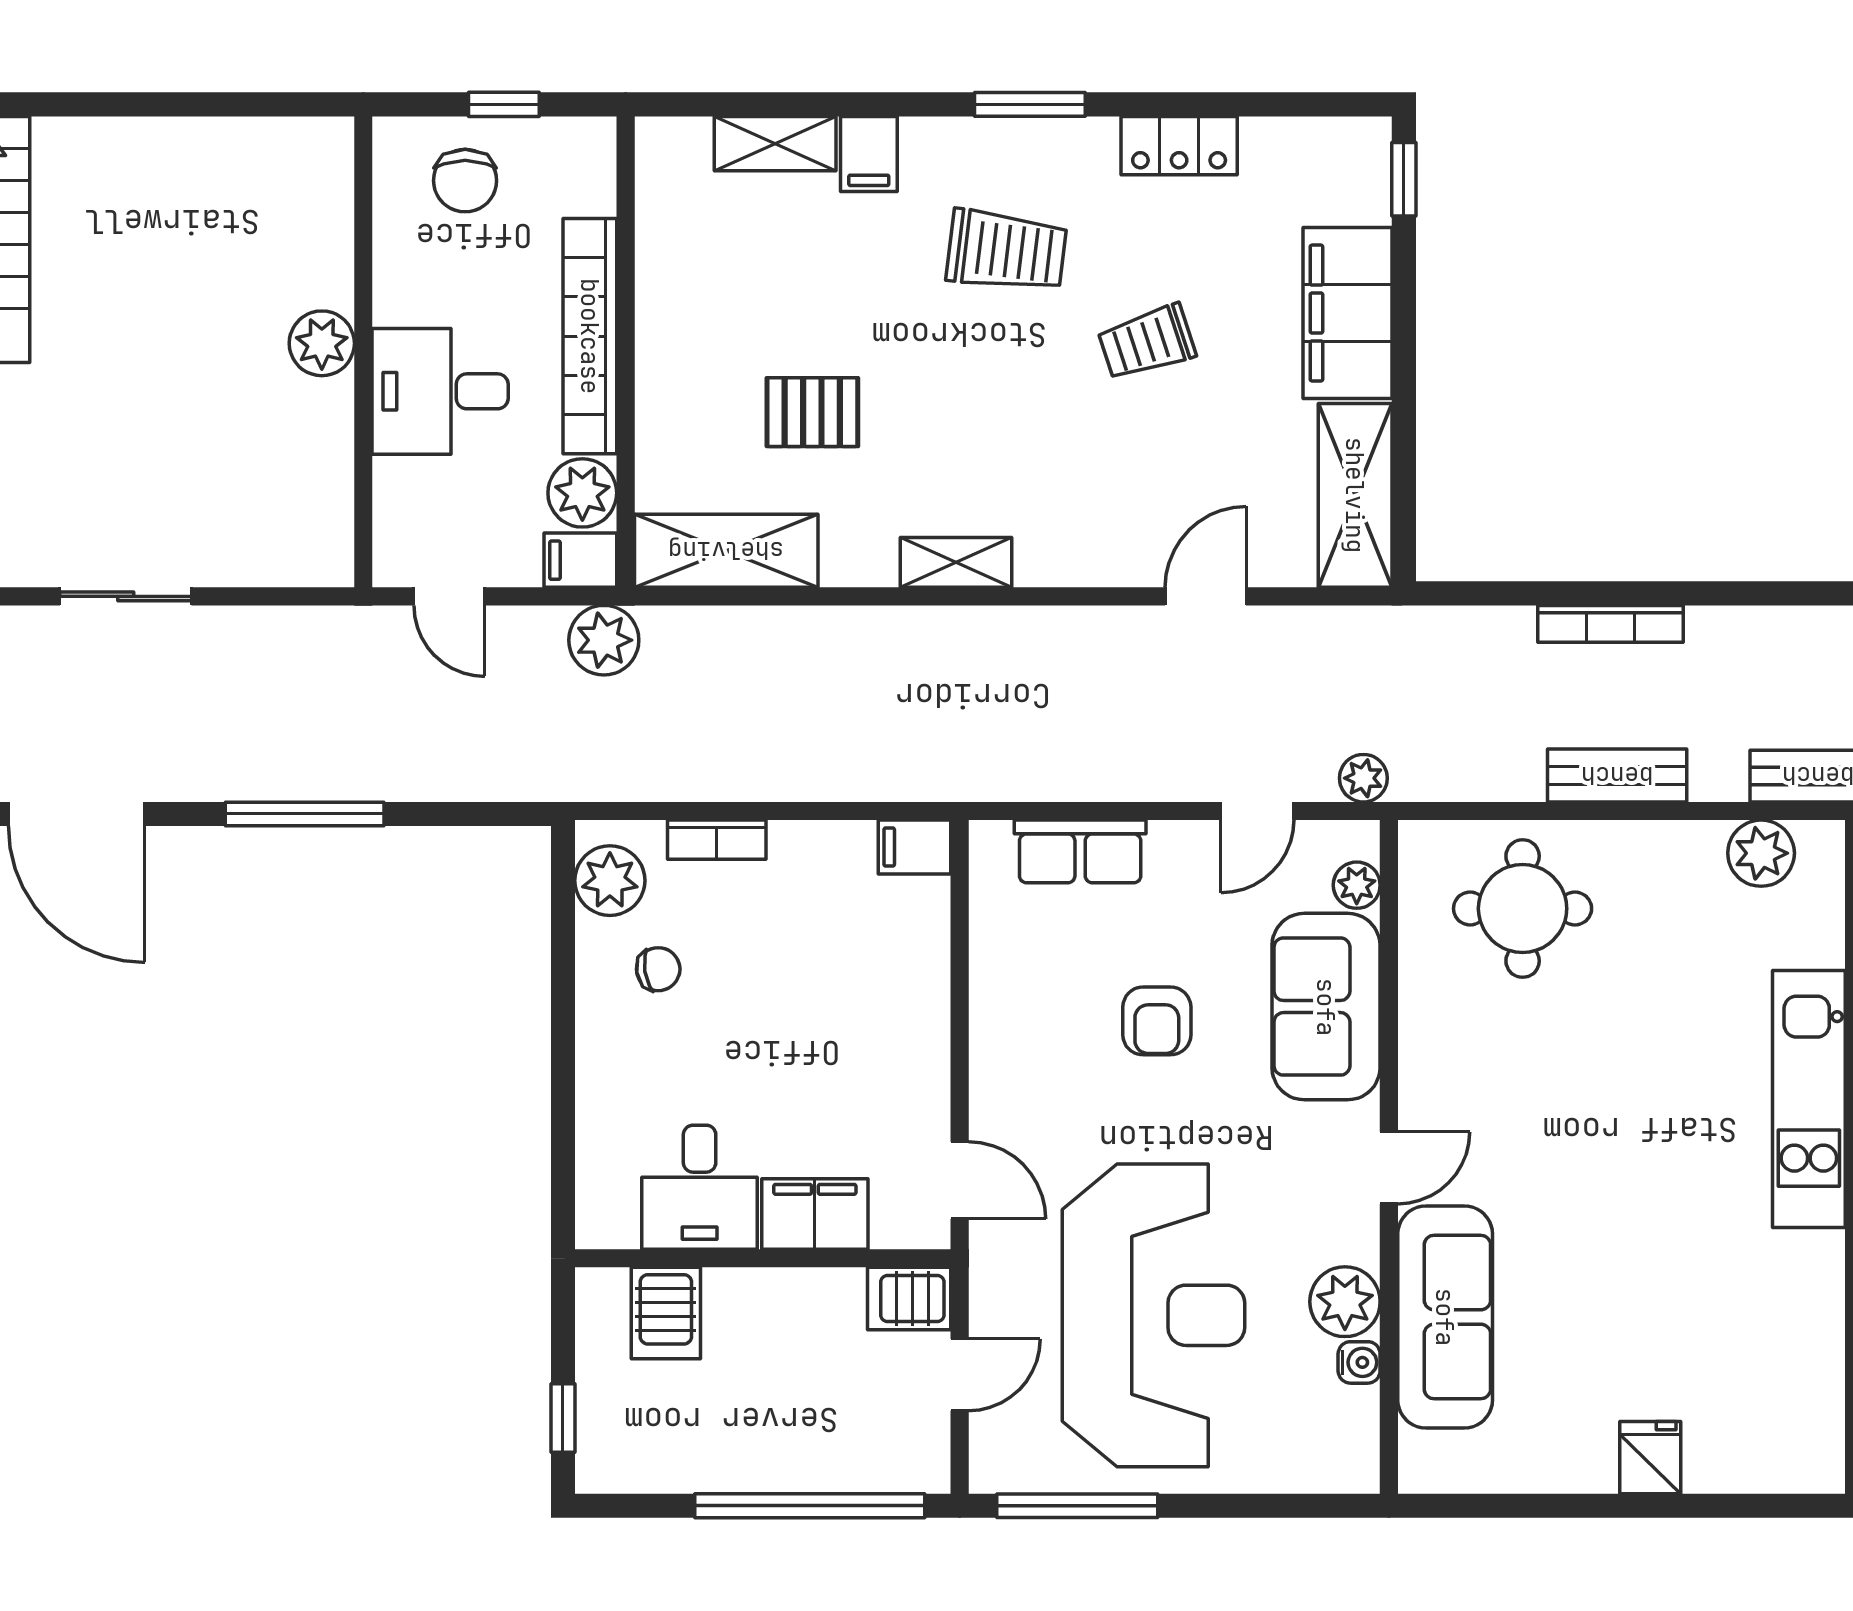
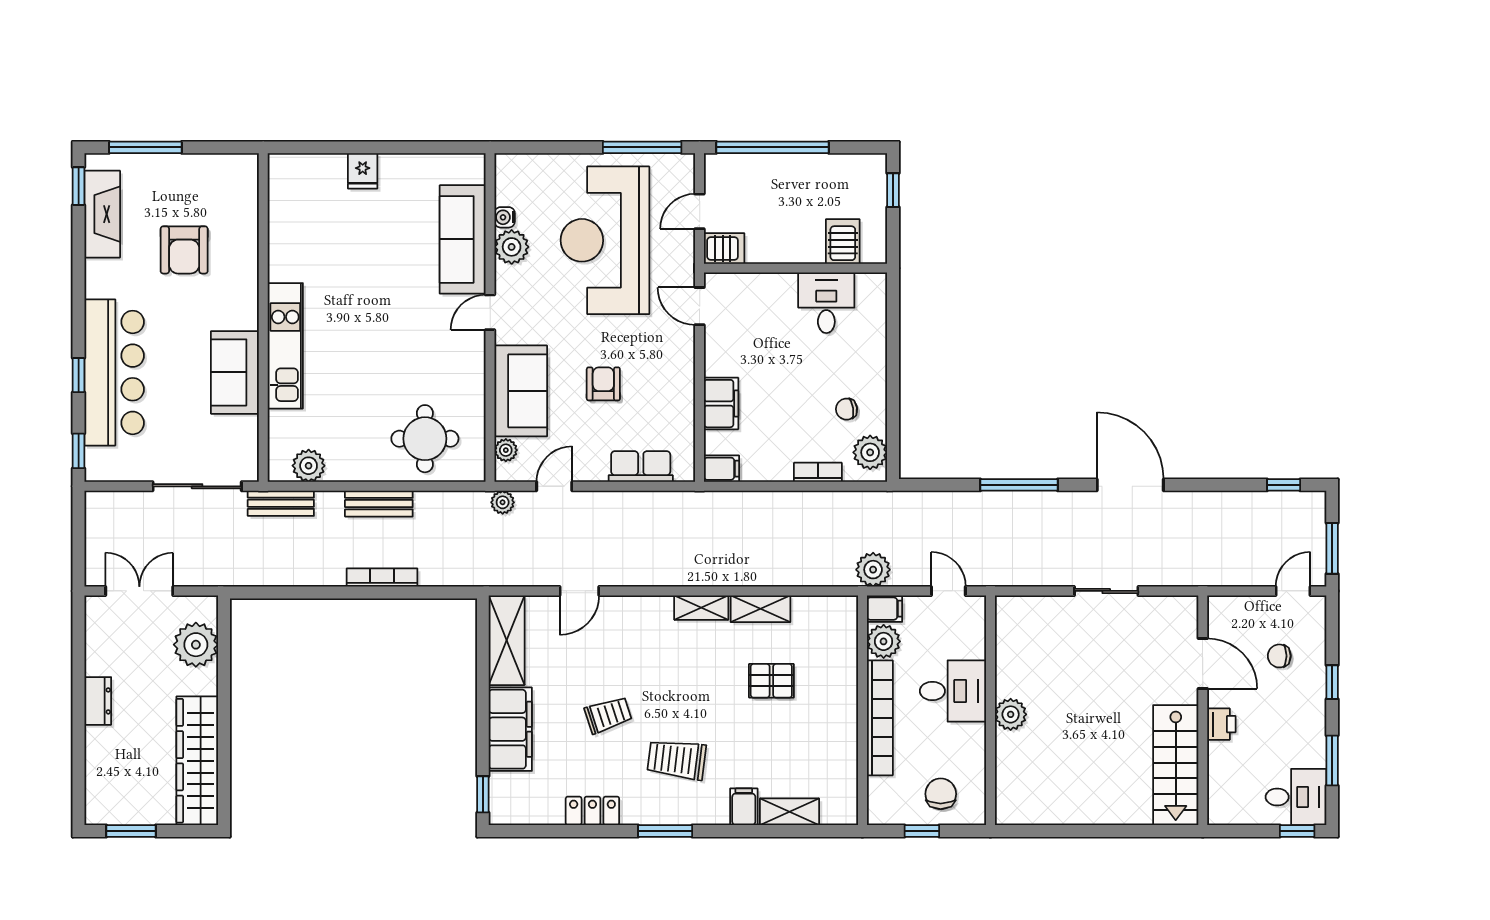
shelving: (726, 551) -> (760, 609), moved, width x0.67, depth x0.75
filing cabinet: (815, 1214) -> (721, 404), moved, turned -90

